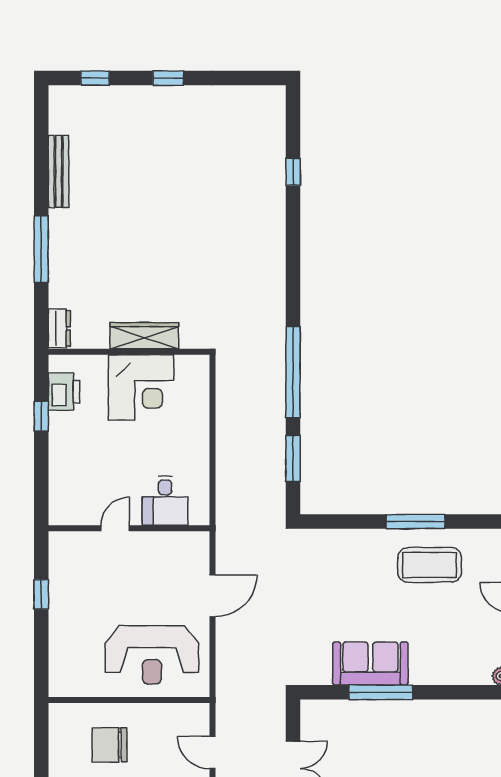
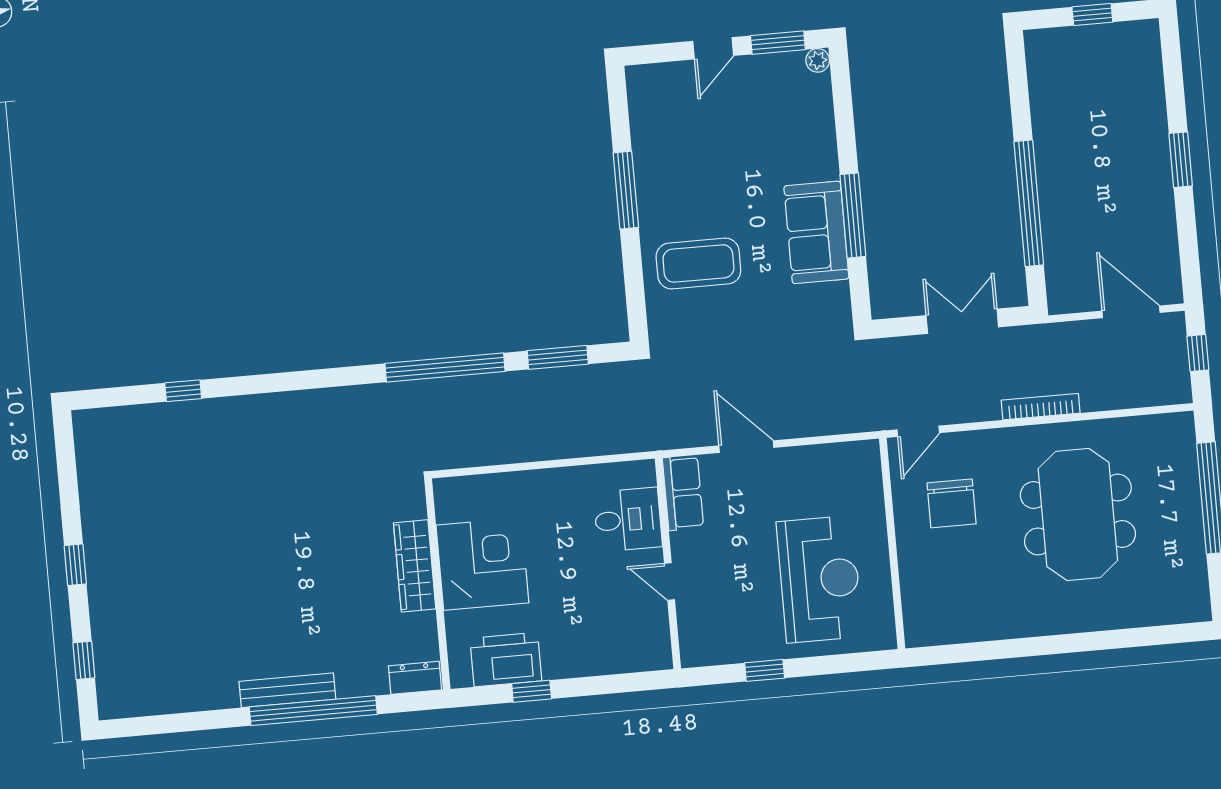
bench: (59, 171) -> (287, 690), moved
window: (41, 249) -> (313, 711), width x1.46
printer: (64, 392) -> (506, 660), width x1.37, depth x1.19
row of seats: (182, 544) -> (683, 493), added
coffee table: (430, 565) -> (698, 263), moved, turned 90
reception desk: (152, 655) -> (820, 579), moved
chair: (110, 745) -> (952, 503), moved
door: (212, 753) -> (918, 431), moved

